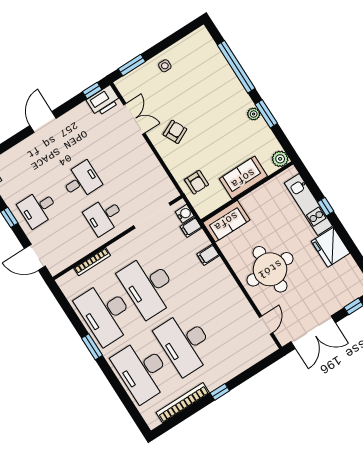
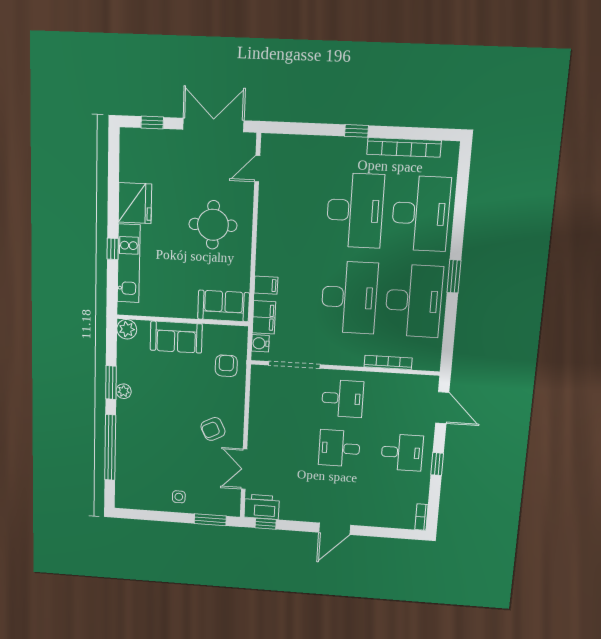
filing cabinet: (191, 227) -> (264, 317), width x2.00
round table: (270, 269) -> (213, 225), width x0.73, depth x0.73

